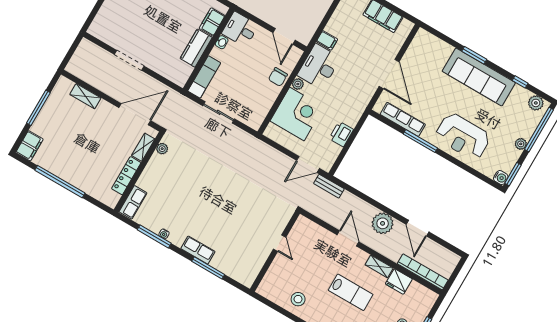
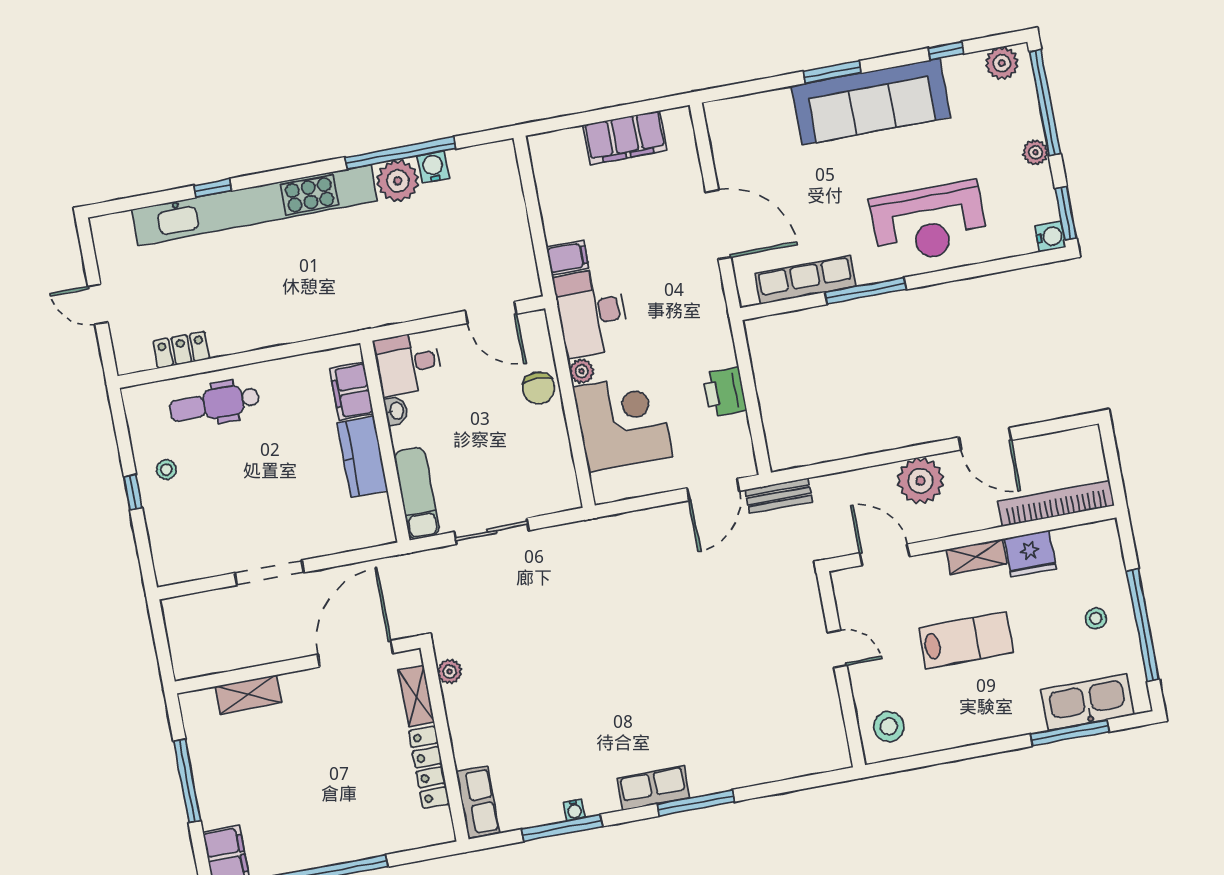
door: (280, 243) -> (837, 649), moved
wall: (275, 251) -> (841, 669), moved

